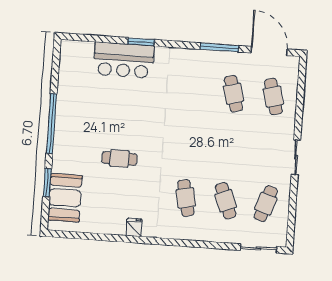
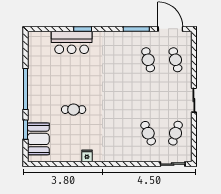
cafe table: (186, 198) -> (121, 133), removed

